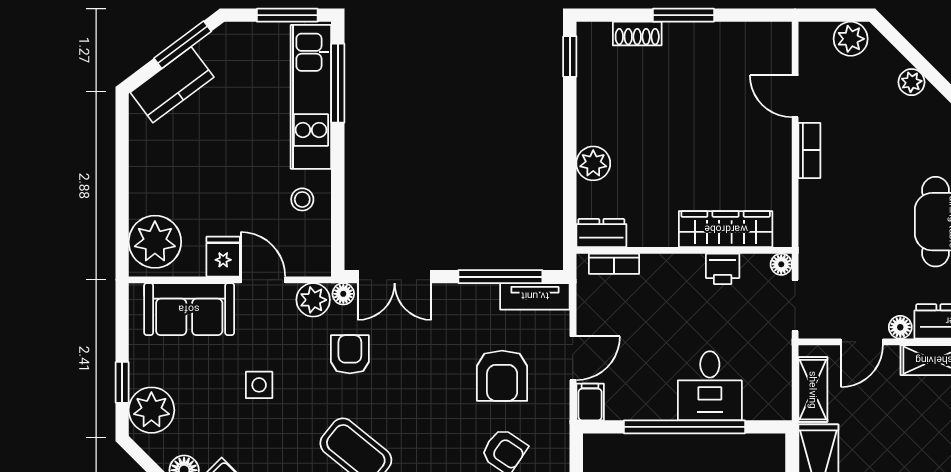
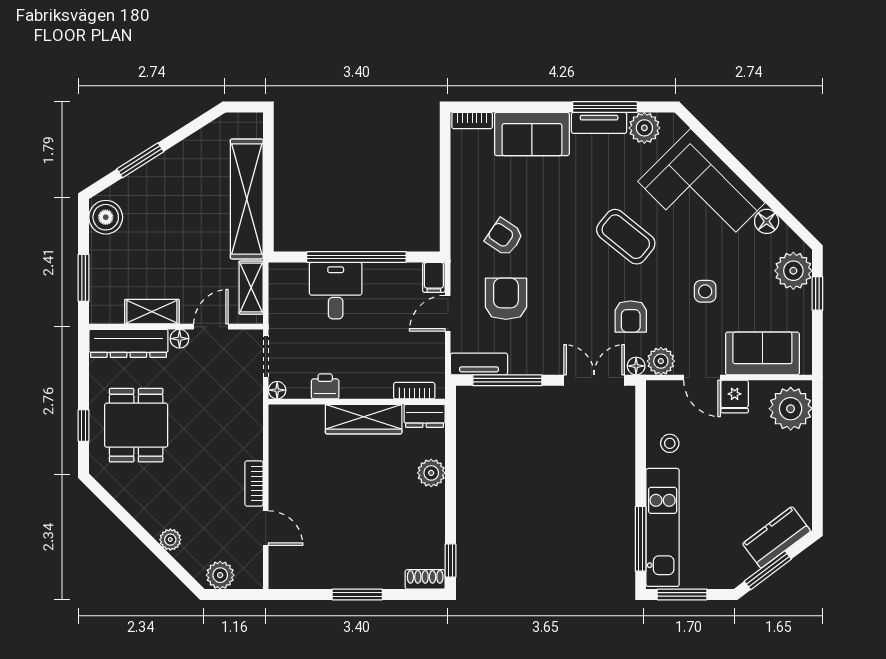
shoe rack: (637, 34) -> (425, 579), moved
wardrobe: (726, 229) -> (364, 419), moved

